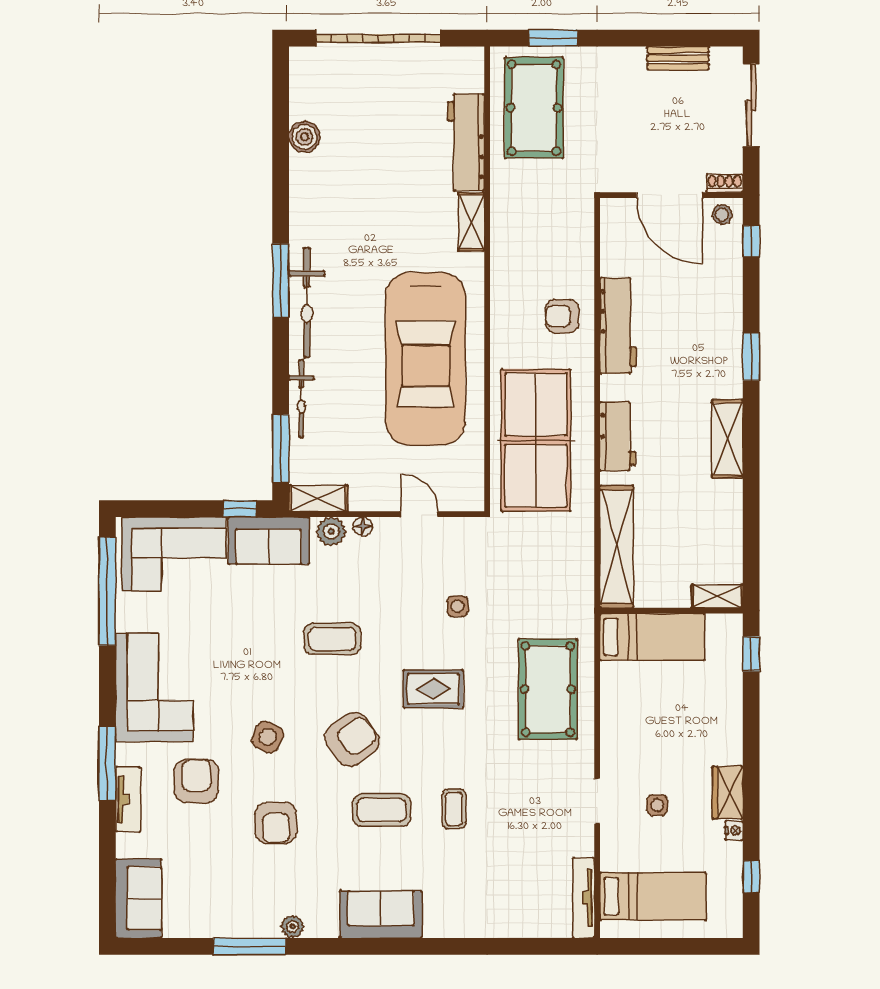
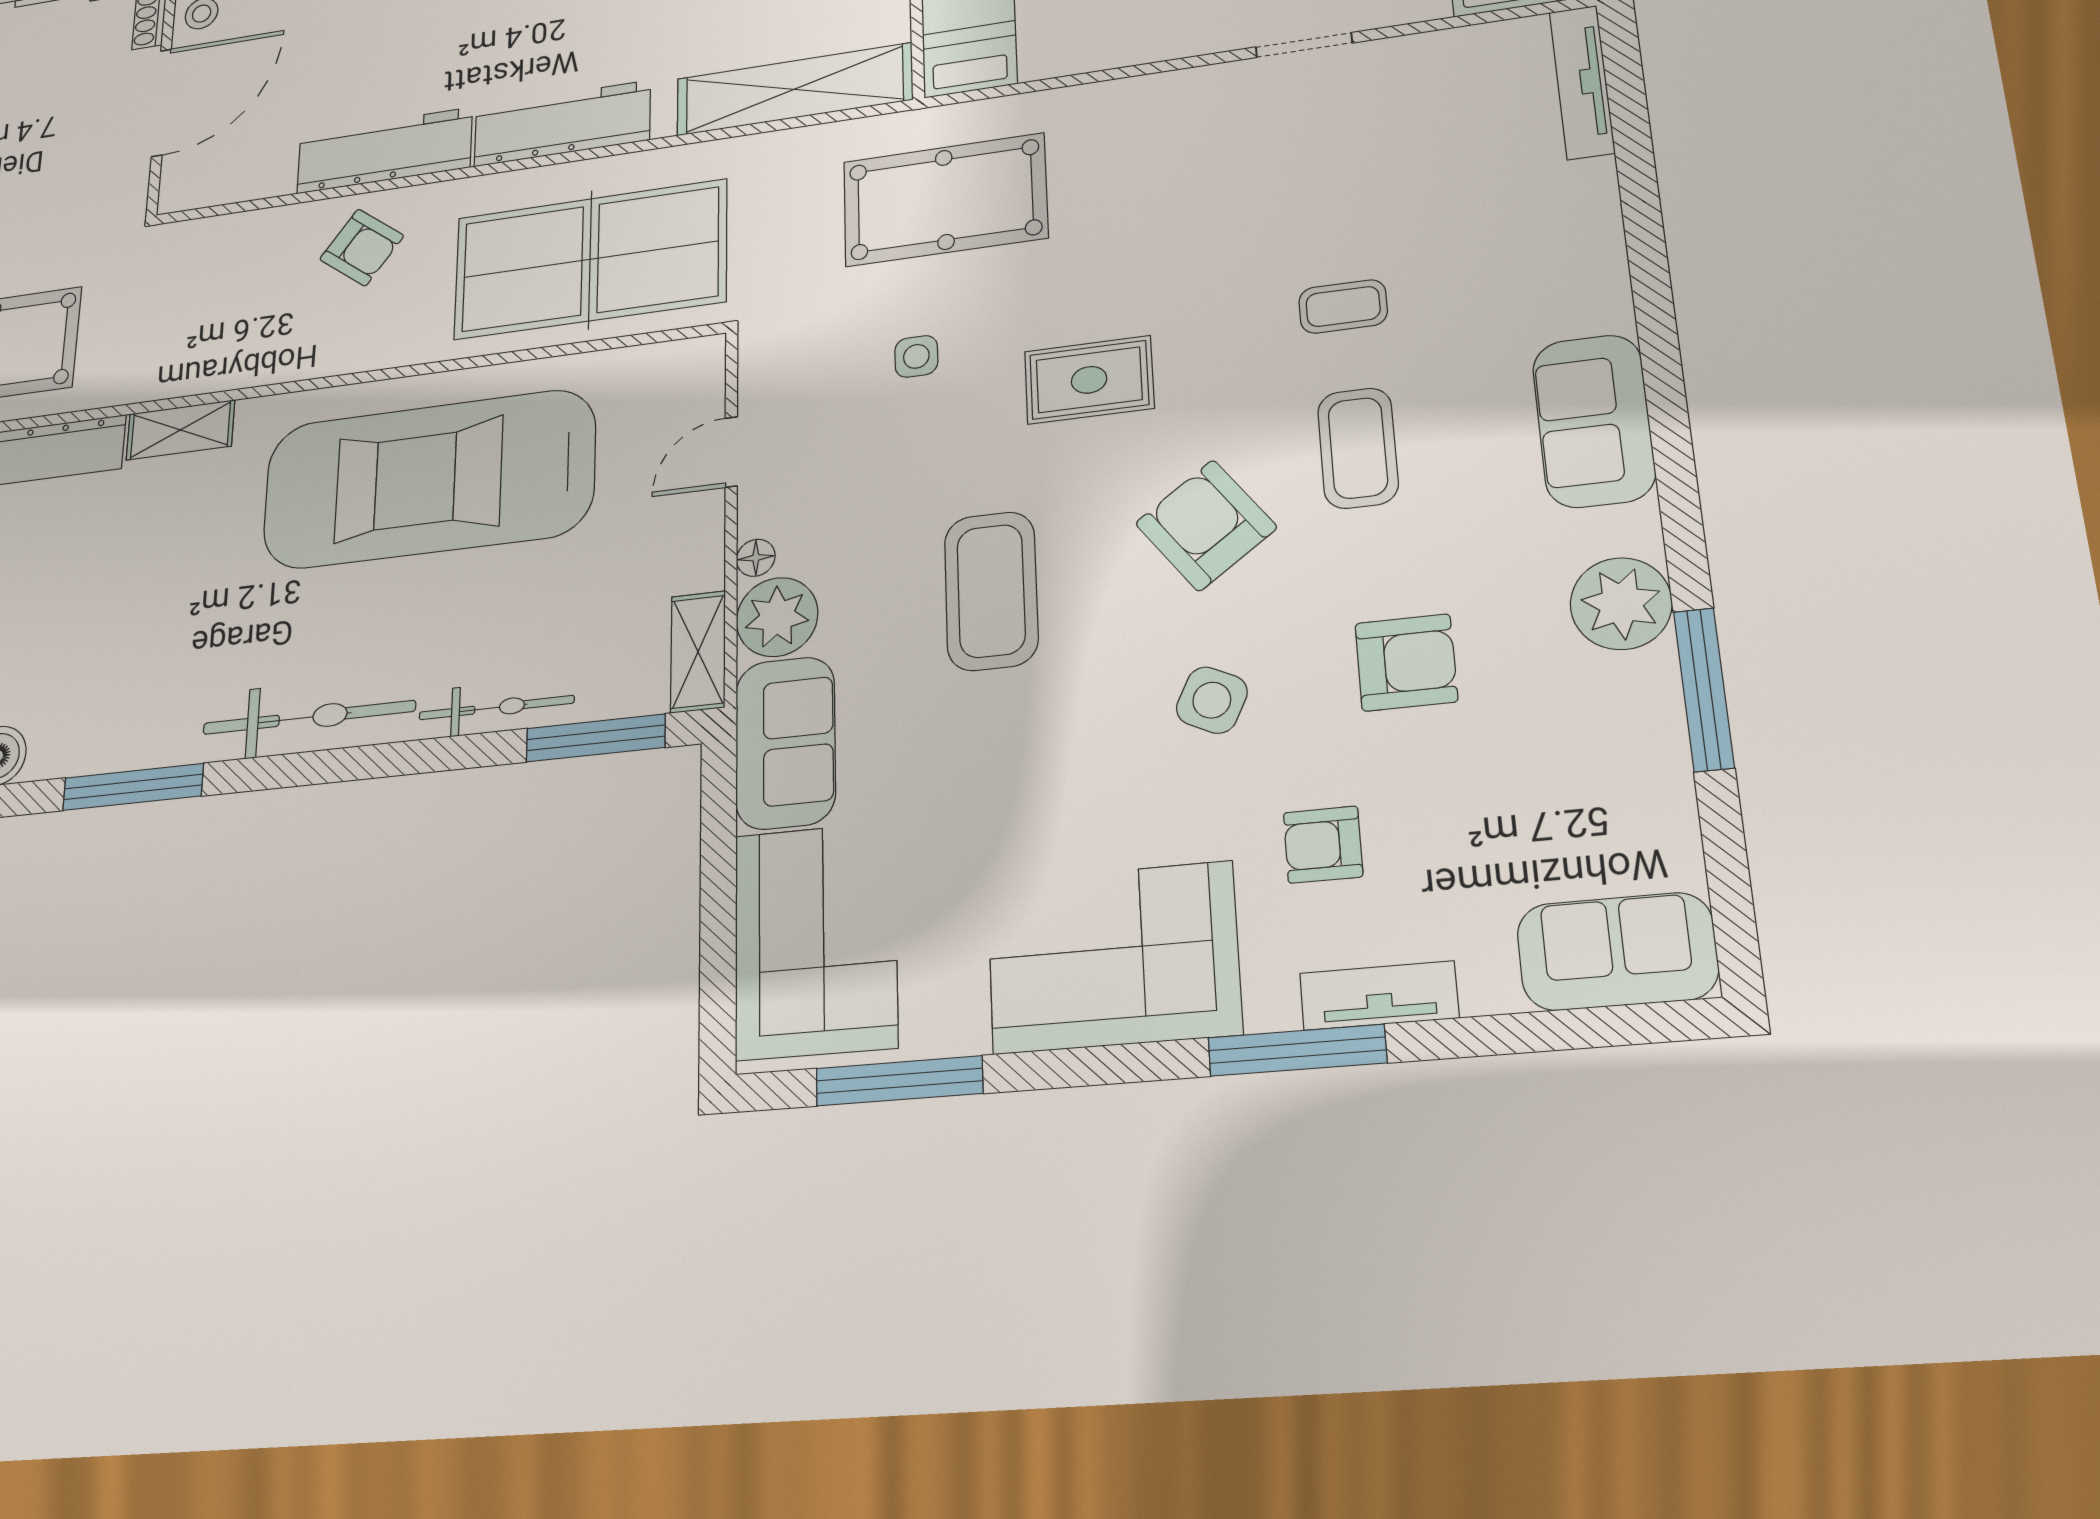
window: (281, 281) -> (133, 787), moved
armchair: (562, 316) -> (362, 247), turned -53
car: (426, 359) -> (428, 479), turned 180
workbench: (618, 436) -> (562, 123), width x1.38
window: (240, 509) -> (719, 808), removed
plant: (331, 531) -> (777, 617), width x1.36, depth x1.36
window: (107, 591) -> (899, 1081), width x0.68
coffee table: (332, 639) -> (991, 591), width x1.36, depth x1.32
rug: (433, 689) -> (1089, 380), turned 90
pool table: (548, 689) -> (945, 200), moved
armchair: (196, 781) -> (1323, 845), width x0.72, depth x0.72
tv unit: (584, 898) -> (1582, 82), moved, turned 90
plant: (293, 927) -> (1621, 604), width x1.88, depth x1.88

